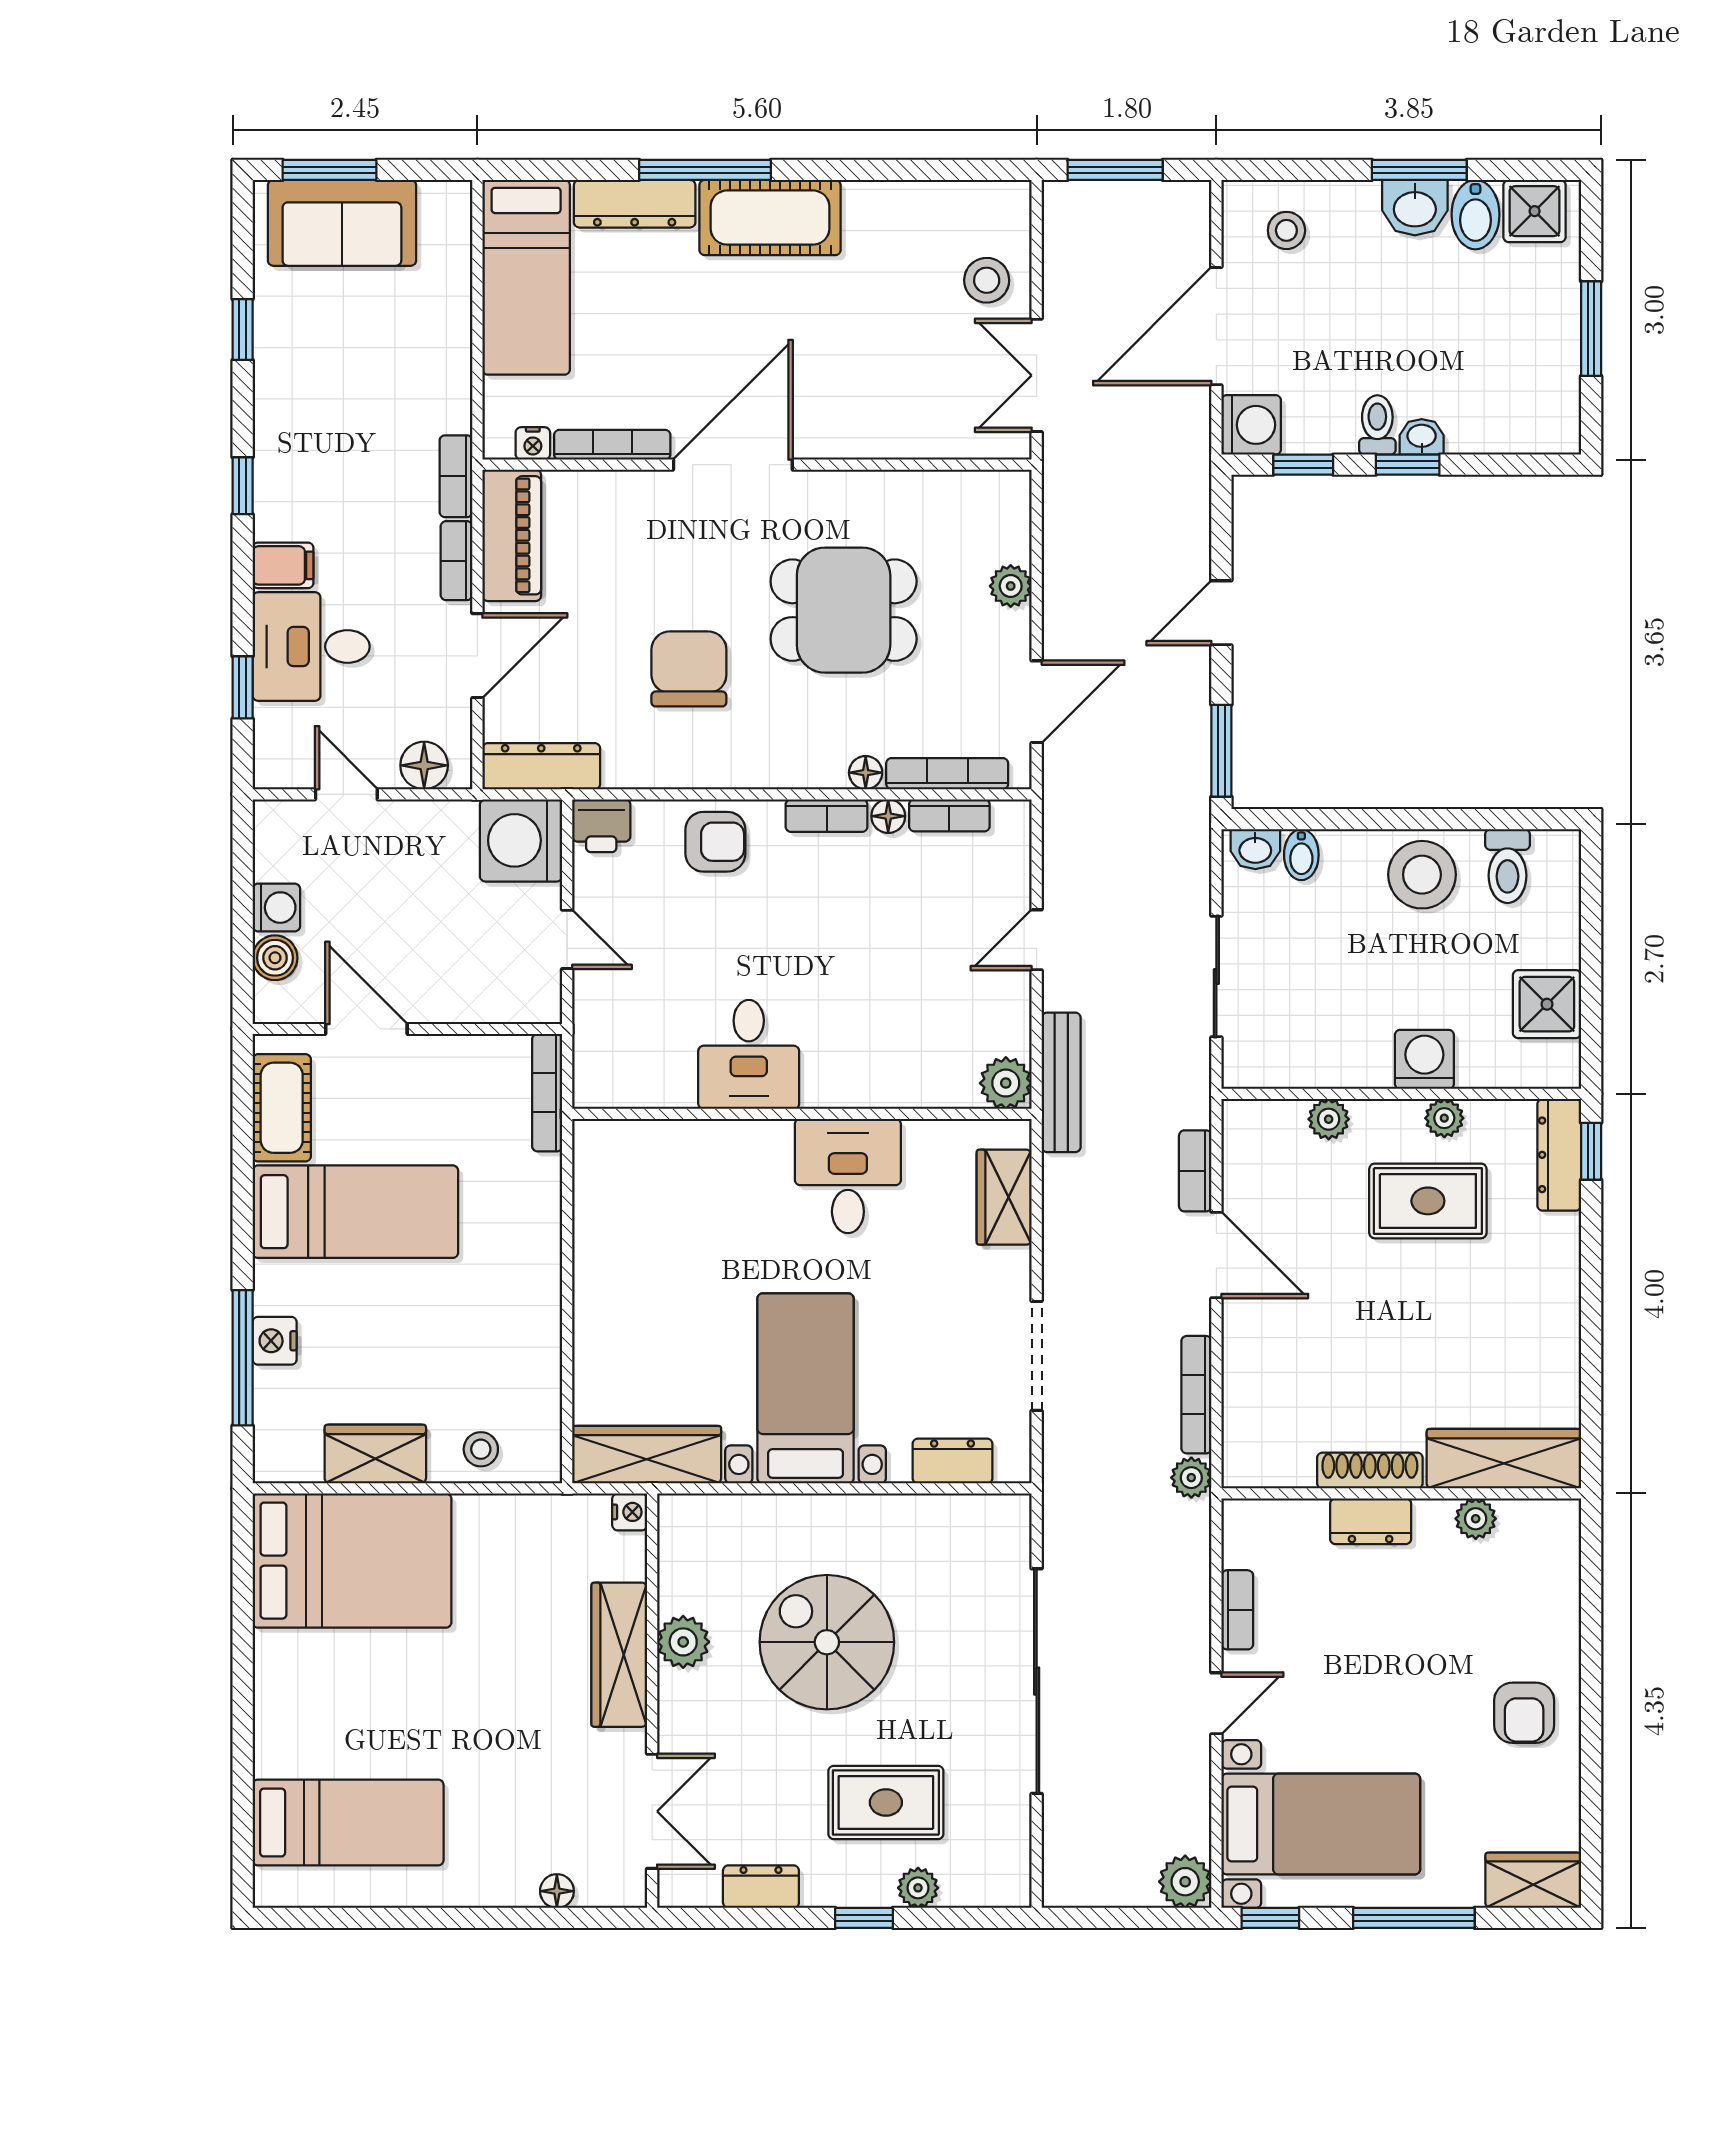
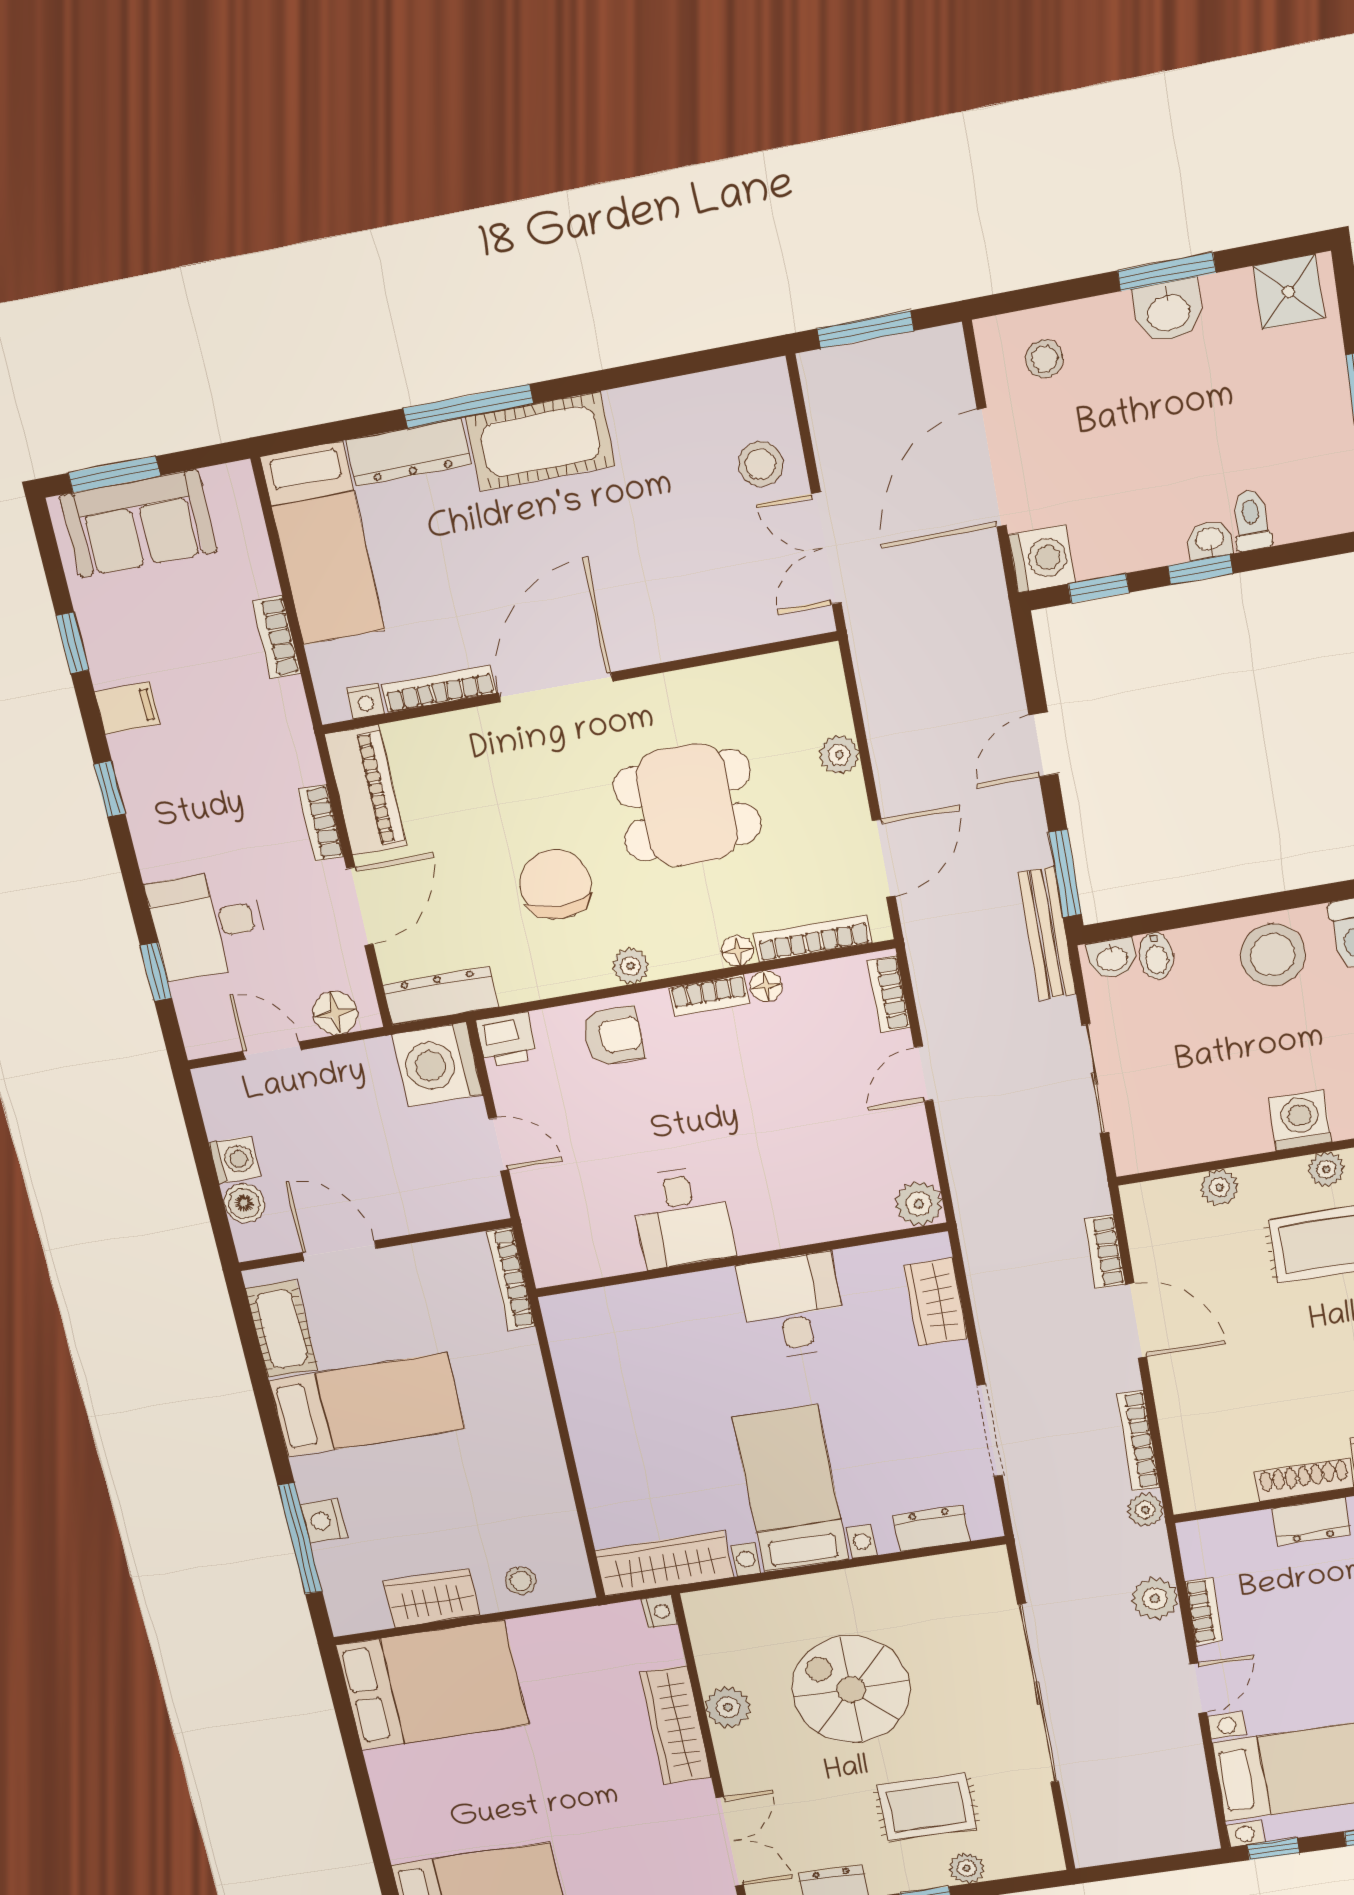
bidet: (1475, 215) -> (1230, 307), removed
toilet: (1377, 425) -> (1251, 520), moved
bookcase: (456, 476) -> (276, 637), moved
filing cabinet: (283, 565) -> (127, 708), moved
plant: (750, 770) -> (631, 966), added
bookcase: (949, 815) -> (889, 994), moved, turned 90
bench: (1061, 1082) -> (1047, 933), moved
plant: (1185, 1882) -> (1155, 1599), moved

